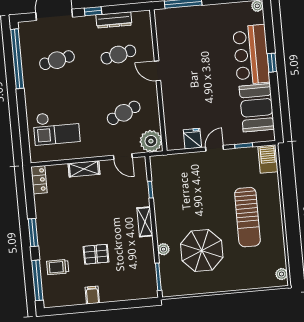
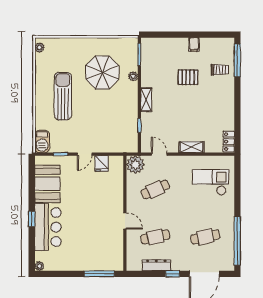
window: (33, 233) -> (237, 99), removed

